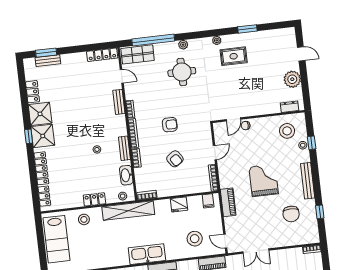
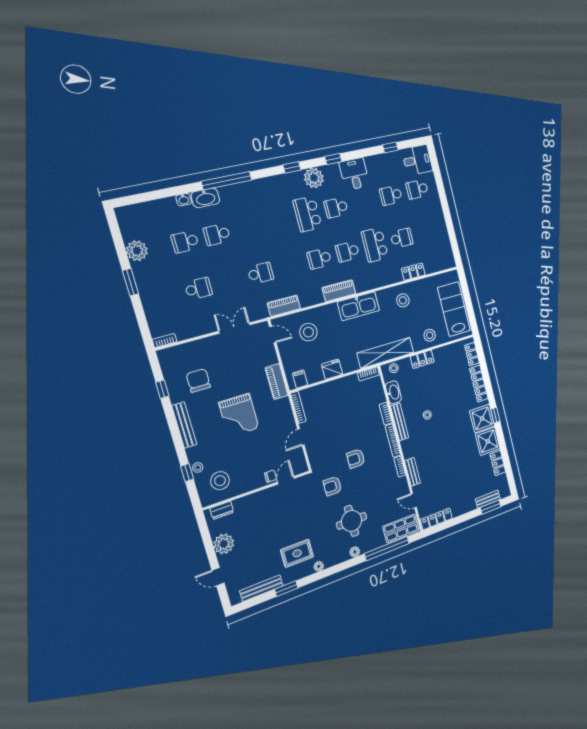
bench: (268, 35) -> (261, 588), added
bench: (124, 148) -> (400, 422), width x1.36
armchair: (175, 159) -> (332, 486), moved, turned -56
stool: (105, 254) -> (403, 300), added

